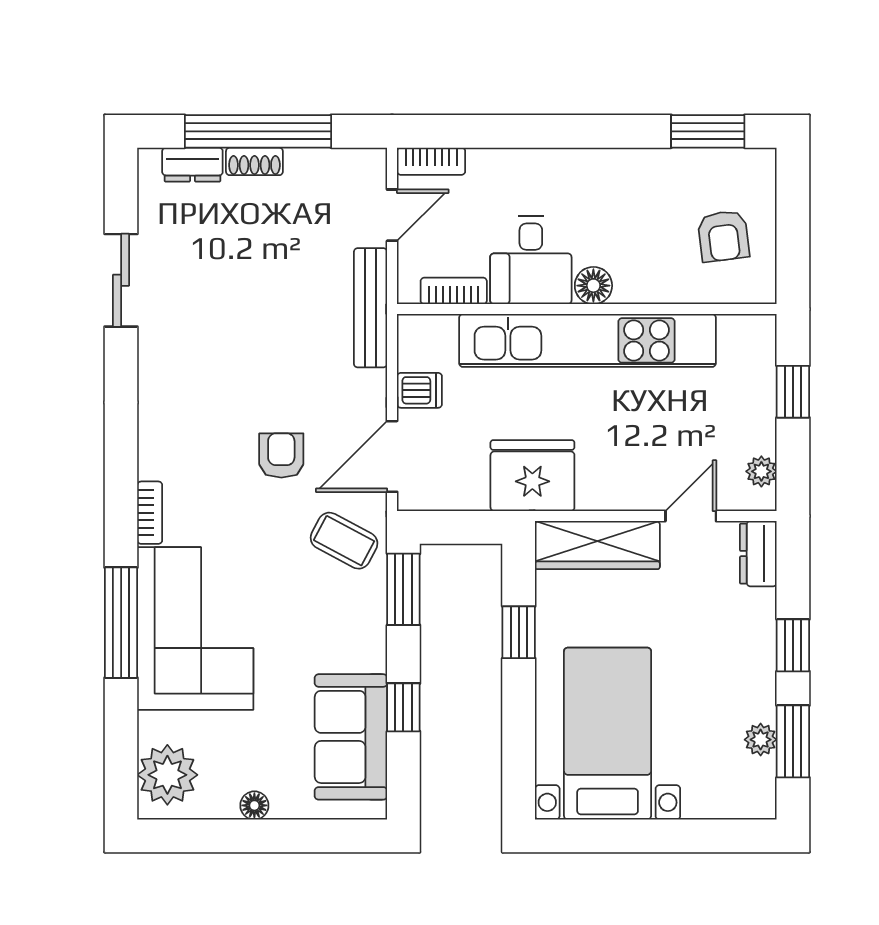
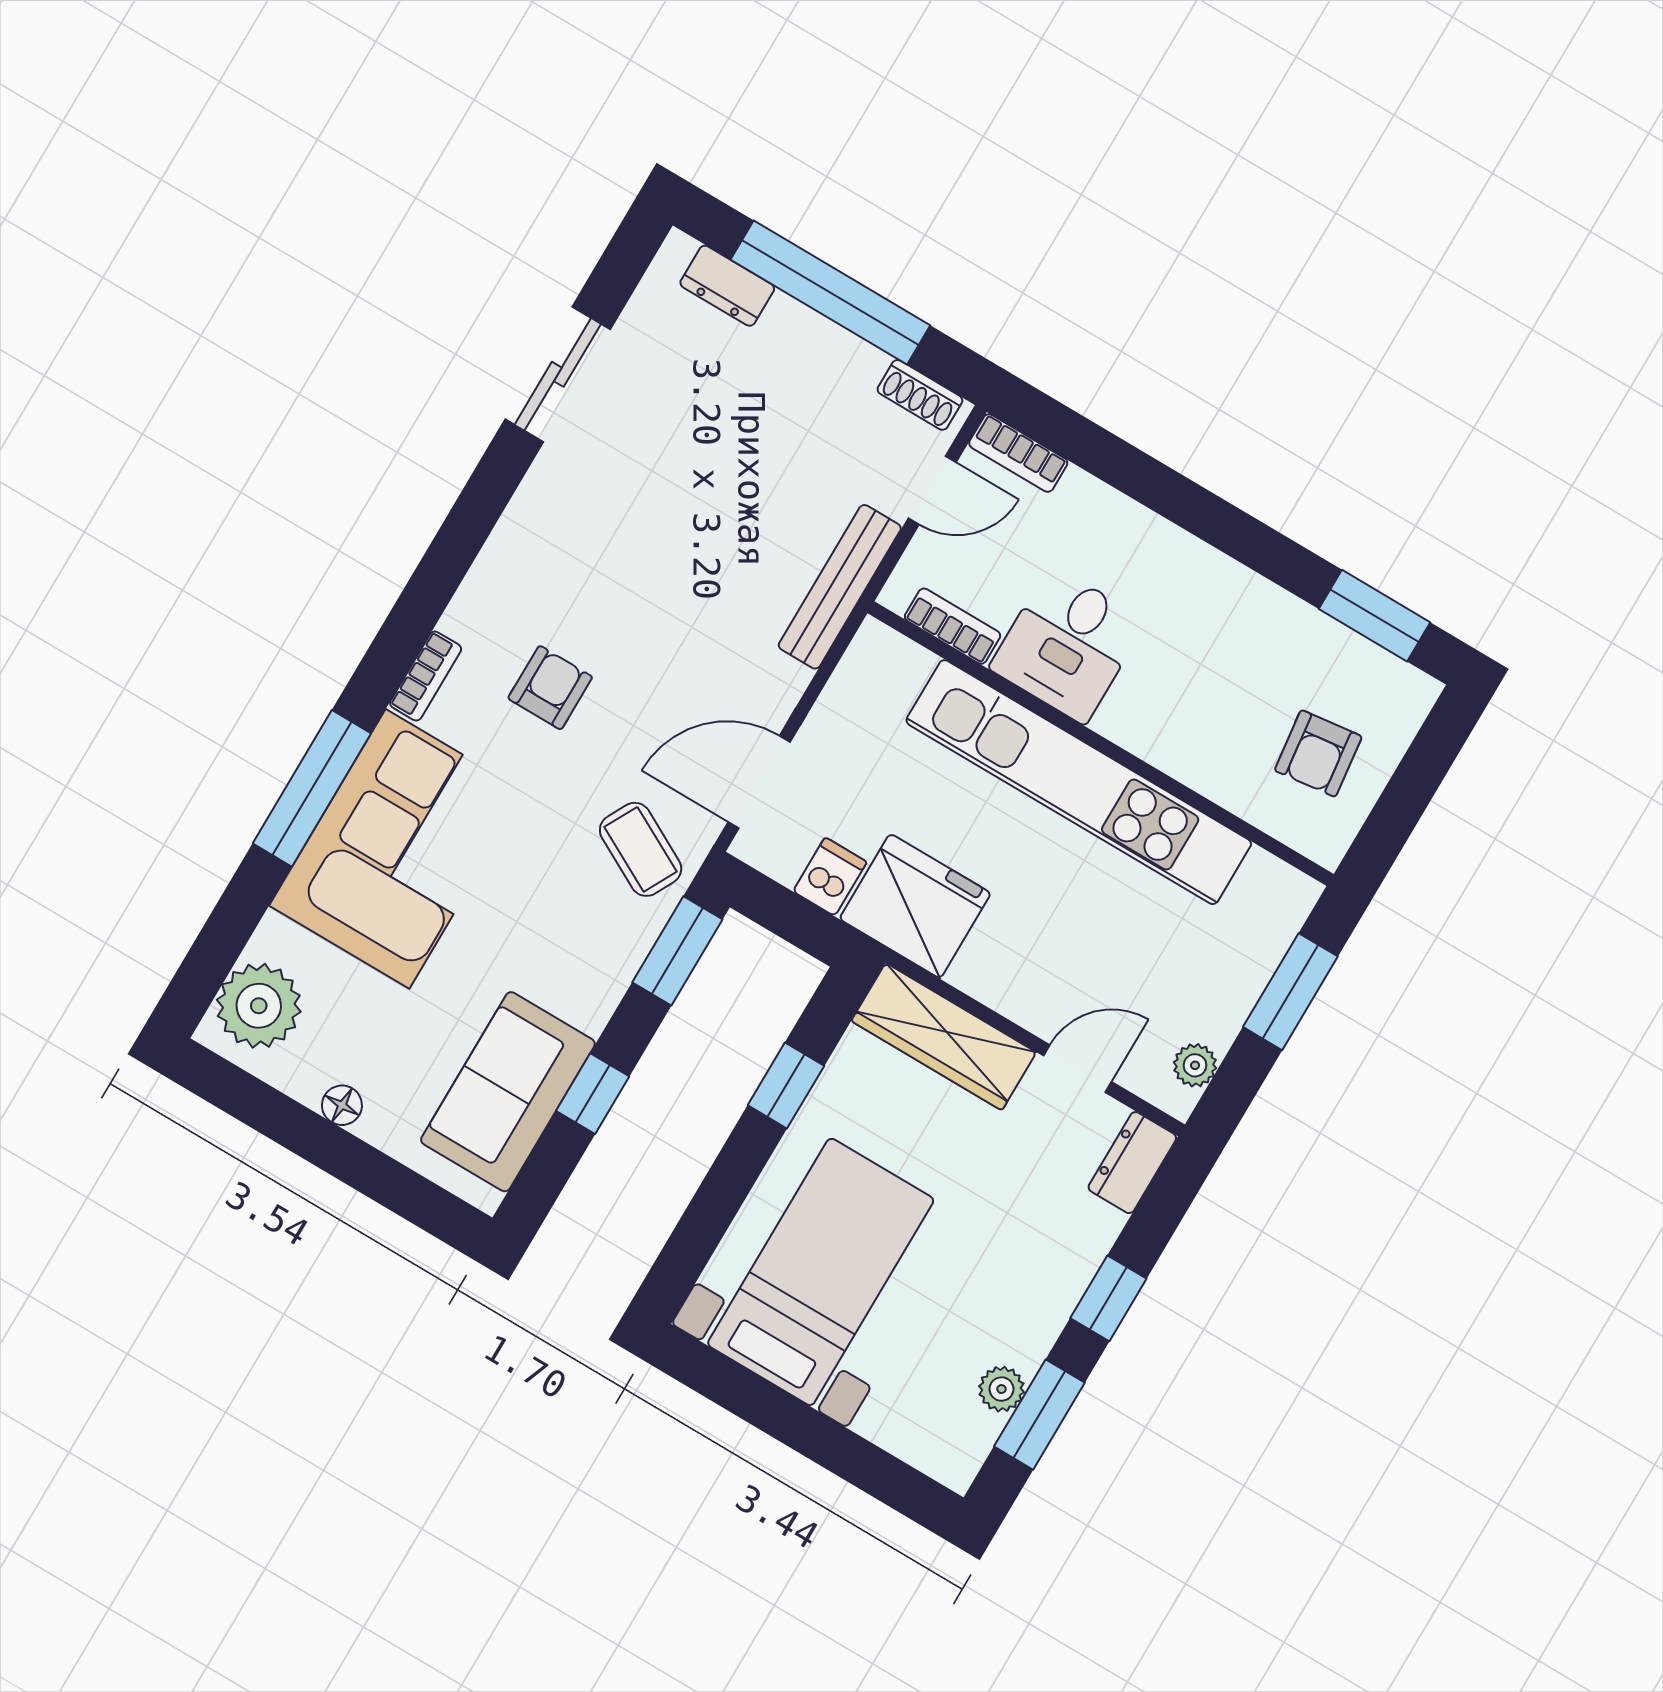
shoe rack: (254, 161) -> (920, 395), moved
floor lamp: (593, 286) -> (1125, 720), removed
dishwasher: (419, 390) -> (830, 877), moved, turned -90
window: (793, 392) -> (1290, 992), width x1.50
armchair: (281, 455) -> (550, 688), moved

